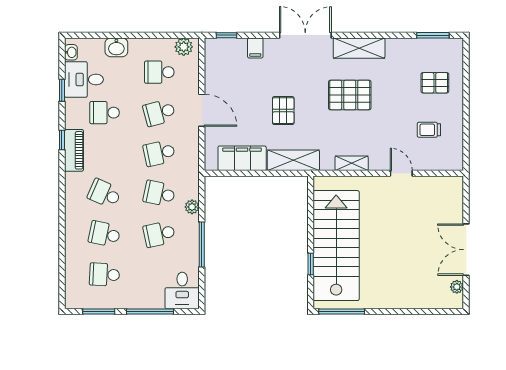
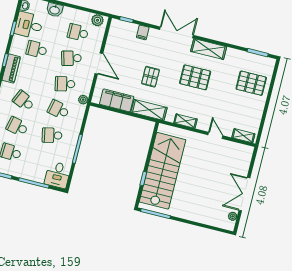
pallet: (435, 83) -> (251, 83), width x1.50, depth x1.42
trolley: (429, 130) -> (240, 112), removed
shelving: (443, 163) -> (243, 136), added
plant: (192, 207) -> (83, 100), moved

